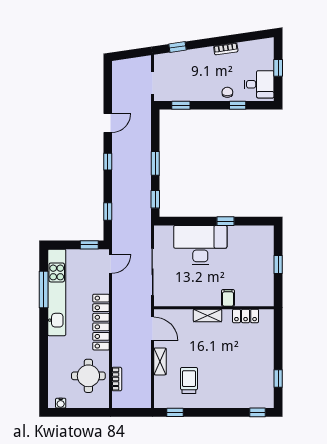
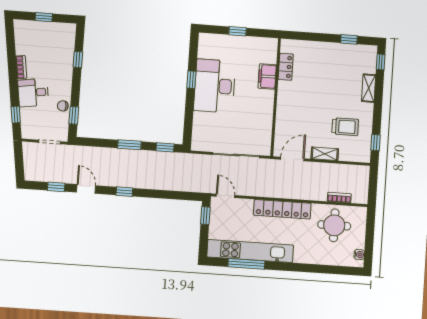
desk: (259, 84) -> (33, 93), moved, turned -98
chair: (227, 92) -> (63, 106), moved
window: (108, 212) -> (56, 187), moved
desk: (200, 245) -> (215, 86), moved
filing cabinet: (228, 298) -> (267, 76), width x2.00
shelving: (208, 315) -> (369, 88), moved
trolley: (189, 380) -> (345, 127), turned 180

